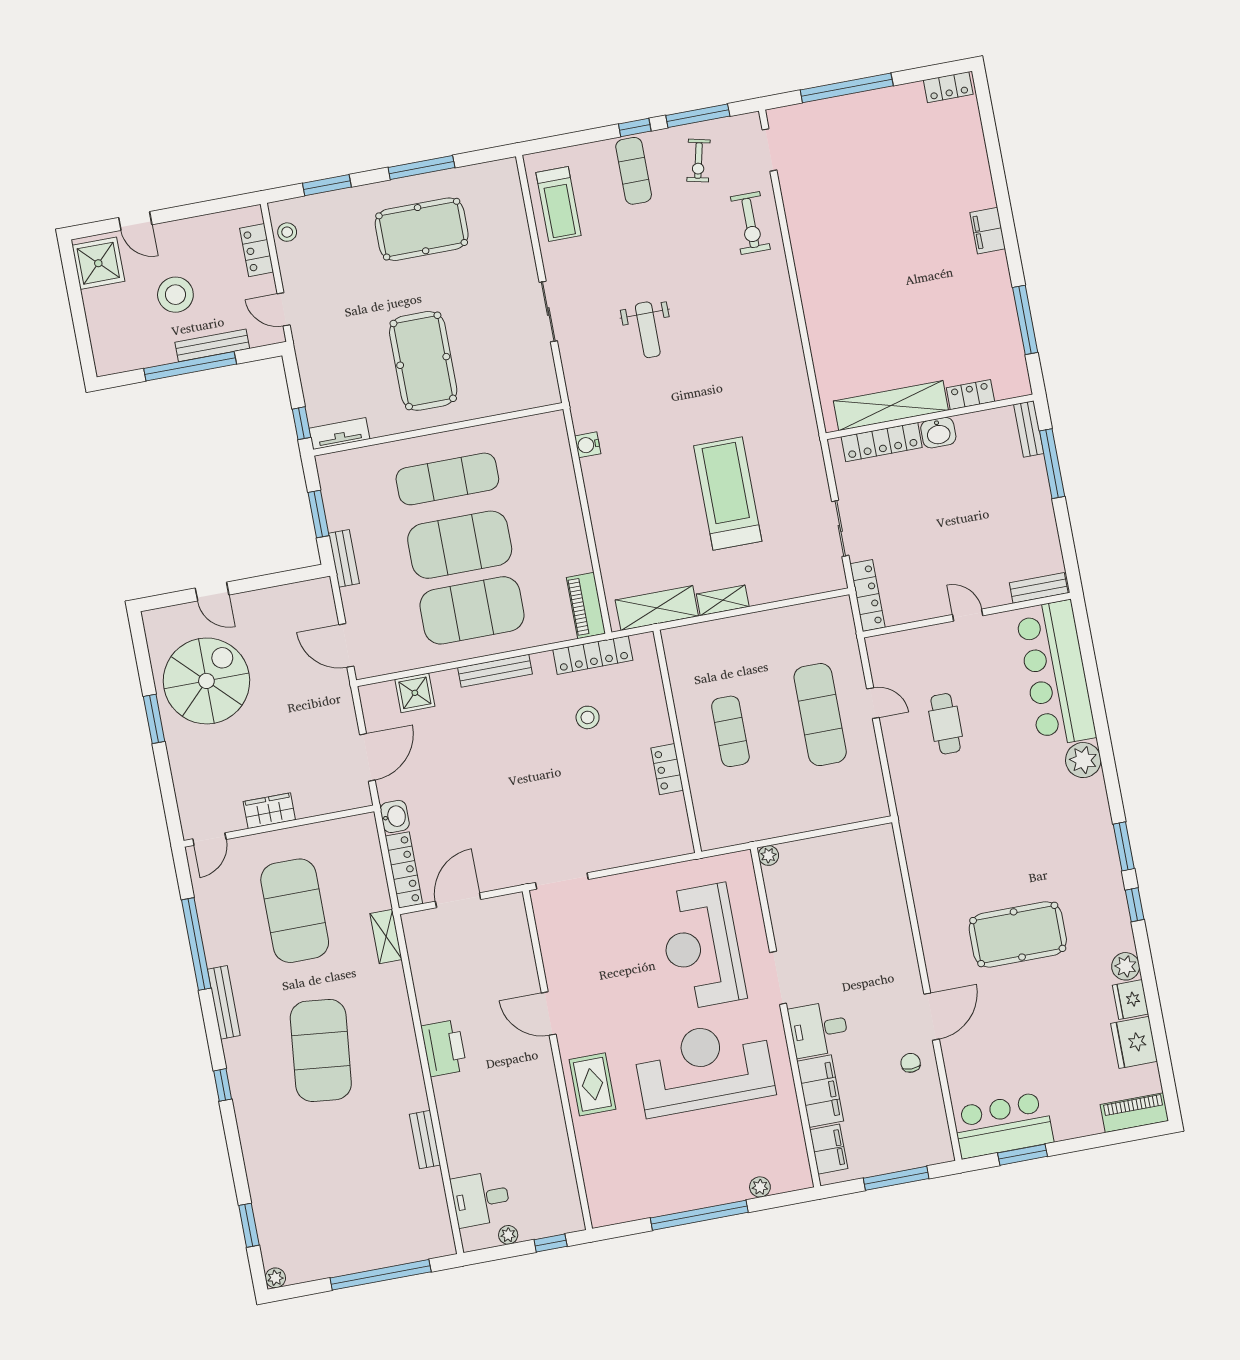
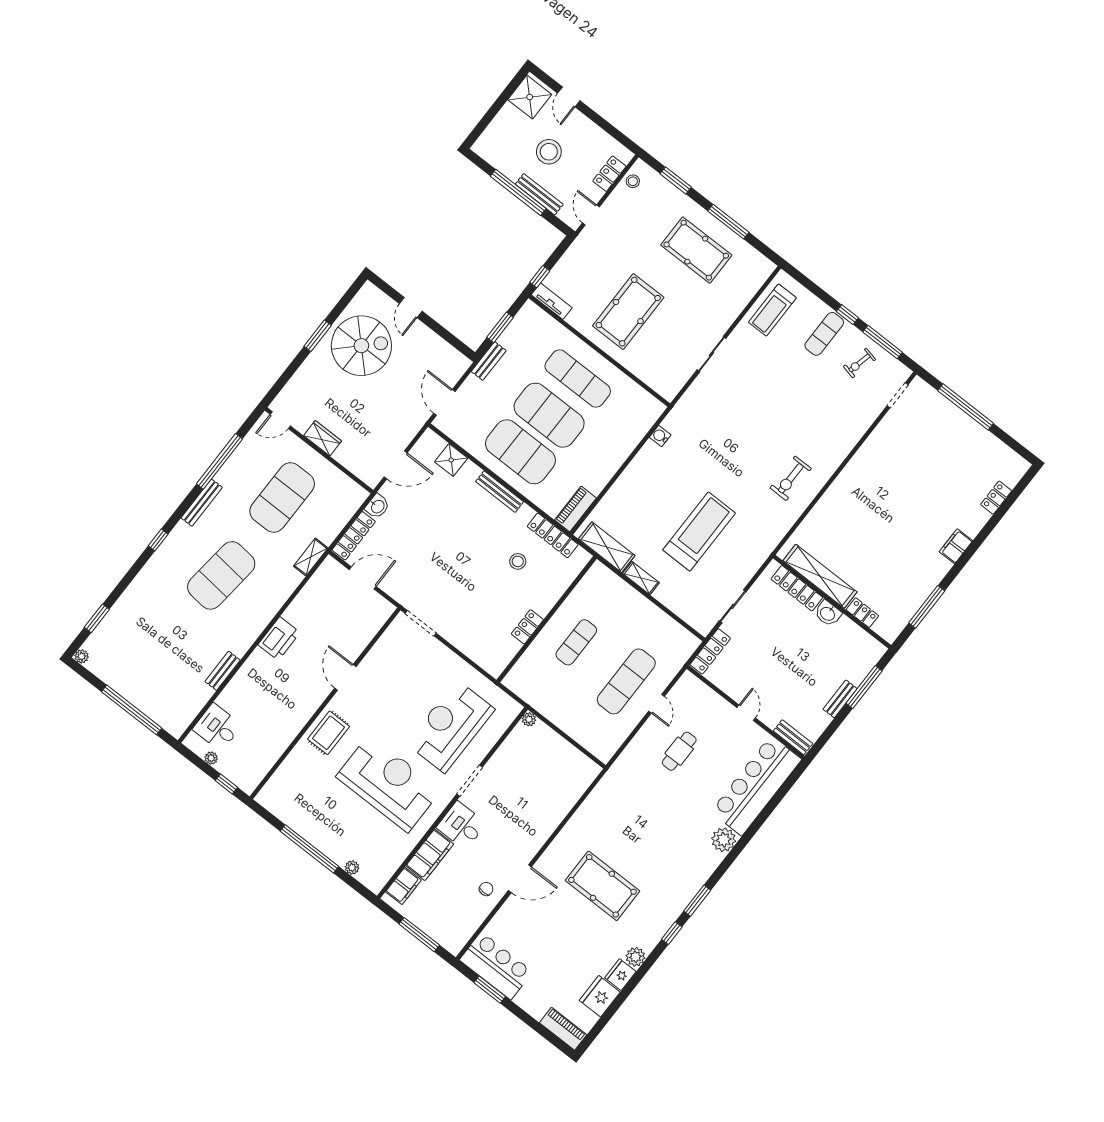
locker: (948, 87) -> (996, 498), moved, turned 90
exercise bike: (750, 223) -> (791, 478), moved
weight bench: (648, 330) -> (748, 414), removed
bench: (1029, 429) -> (840, 699), moved

